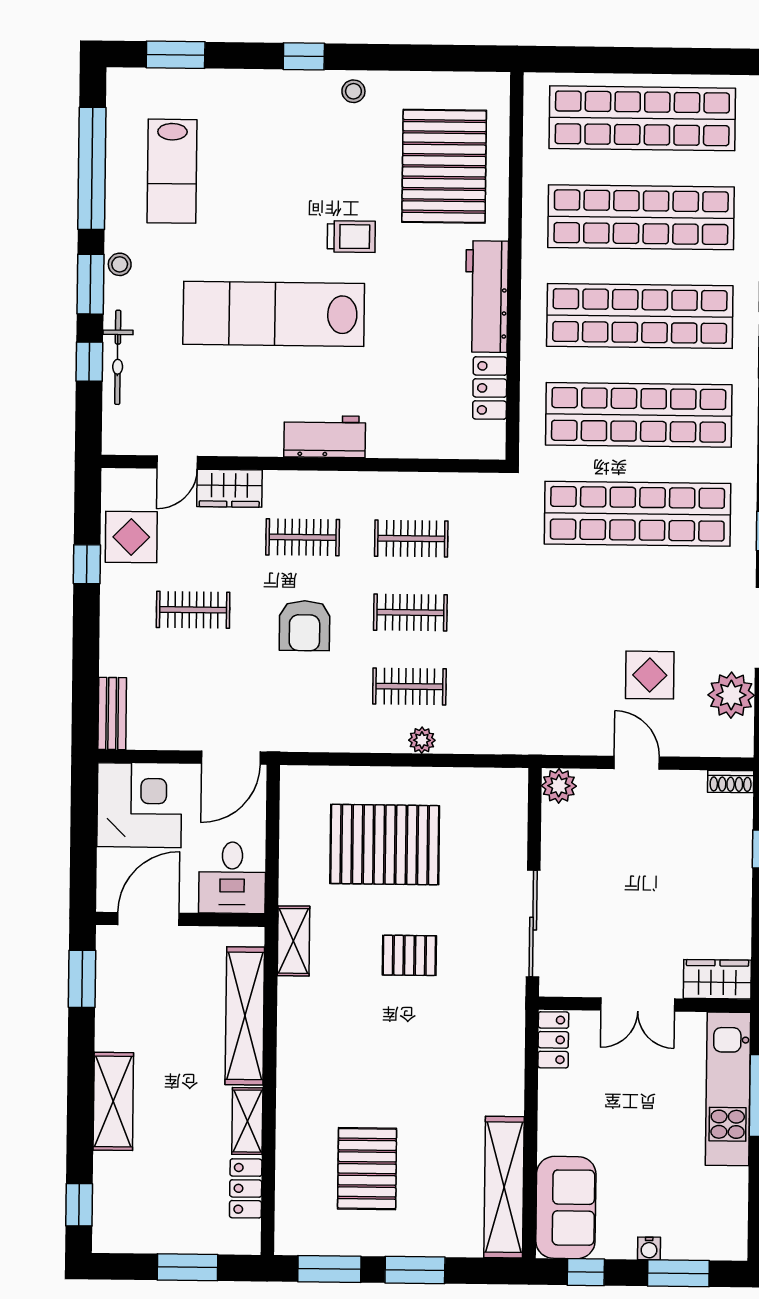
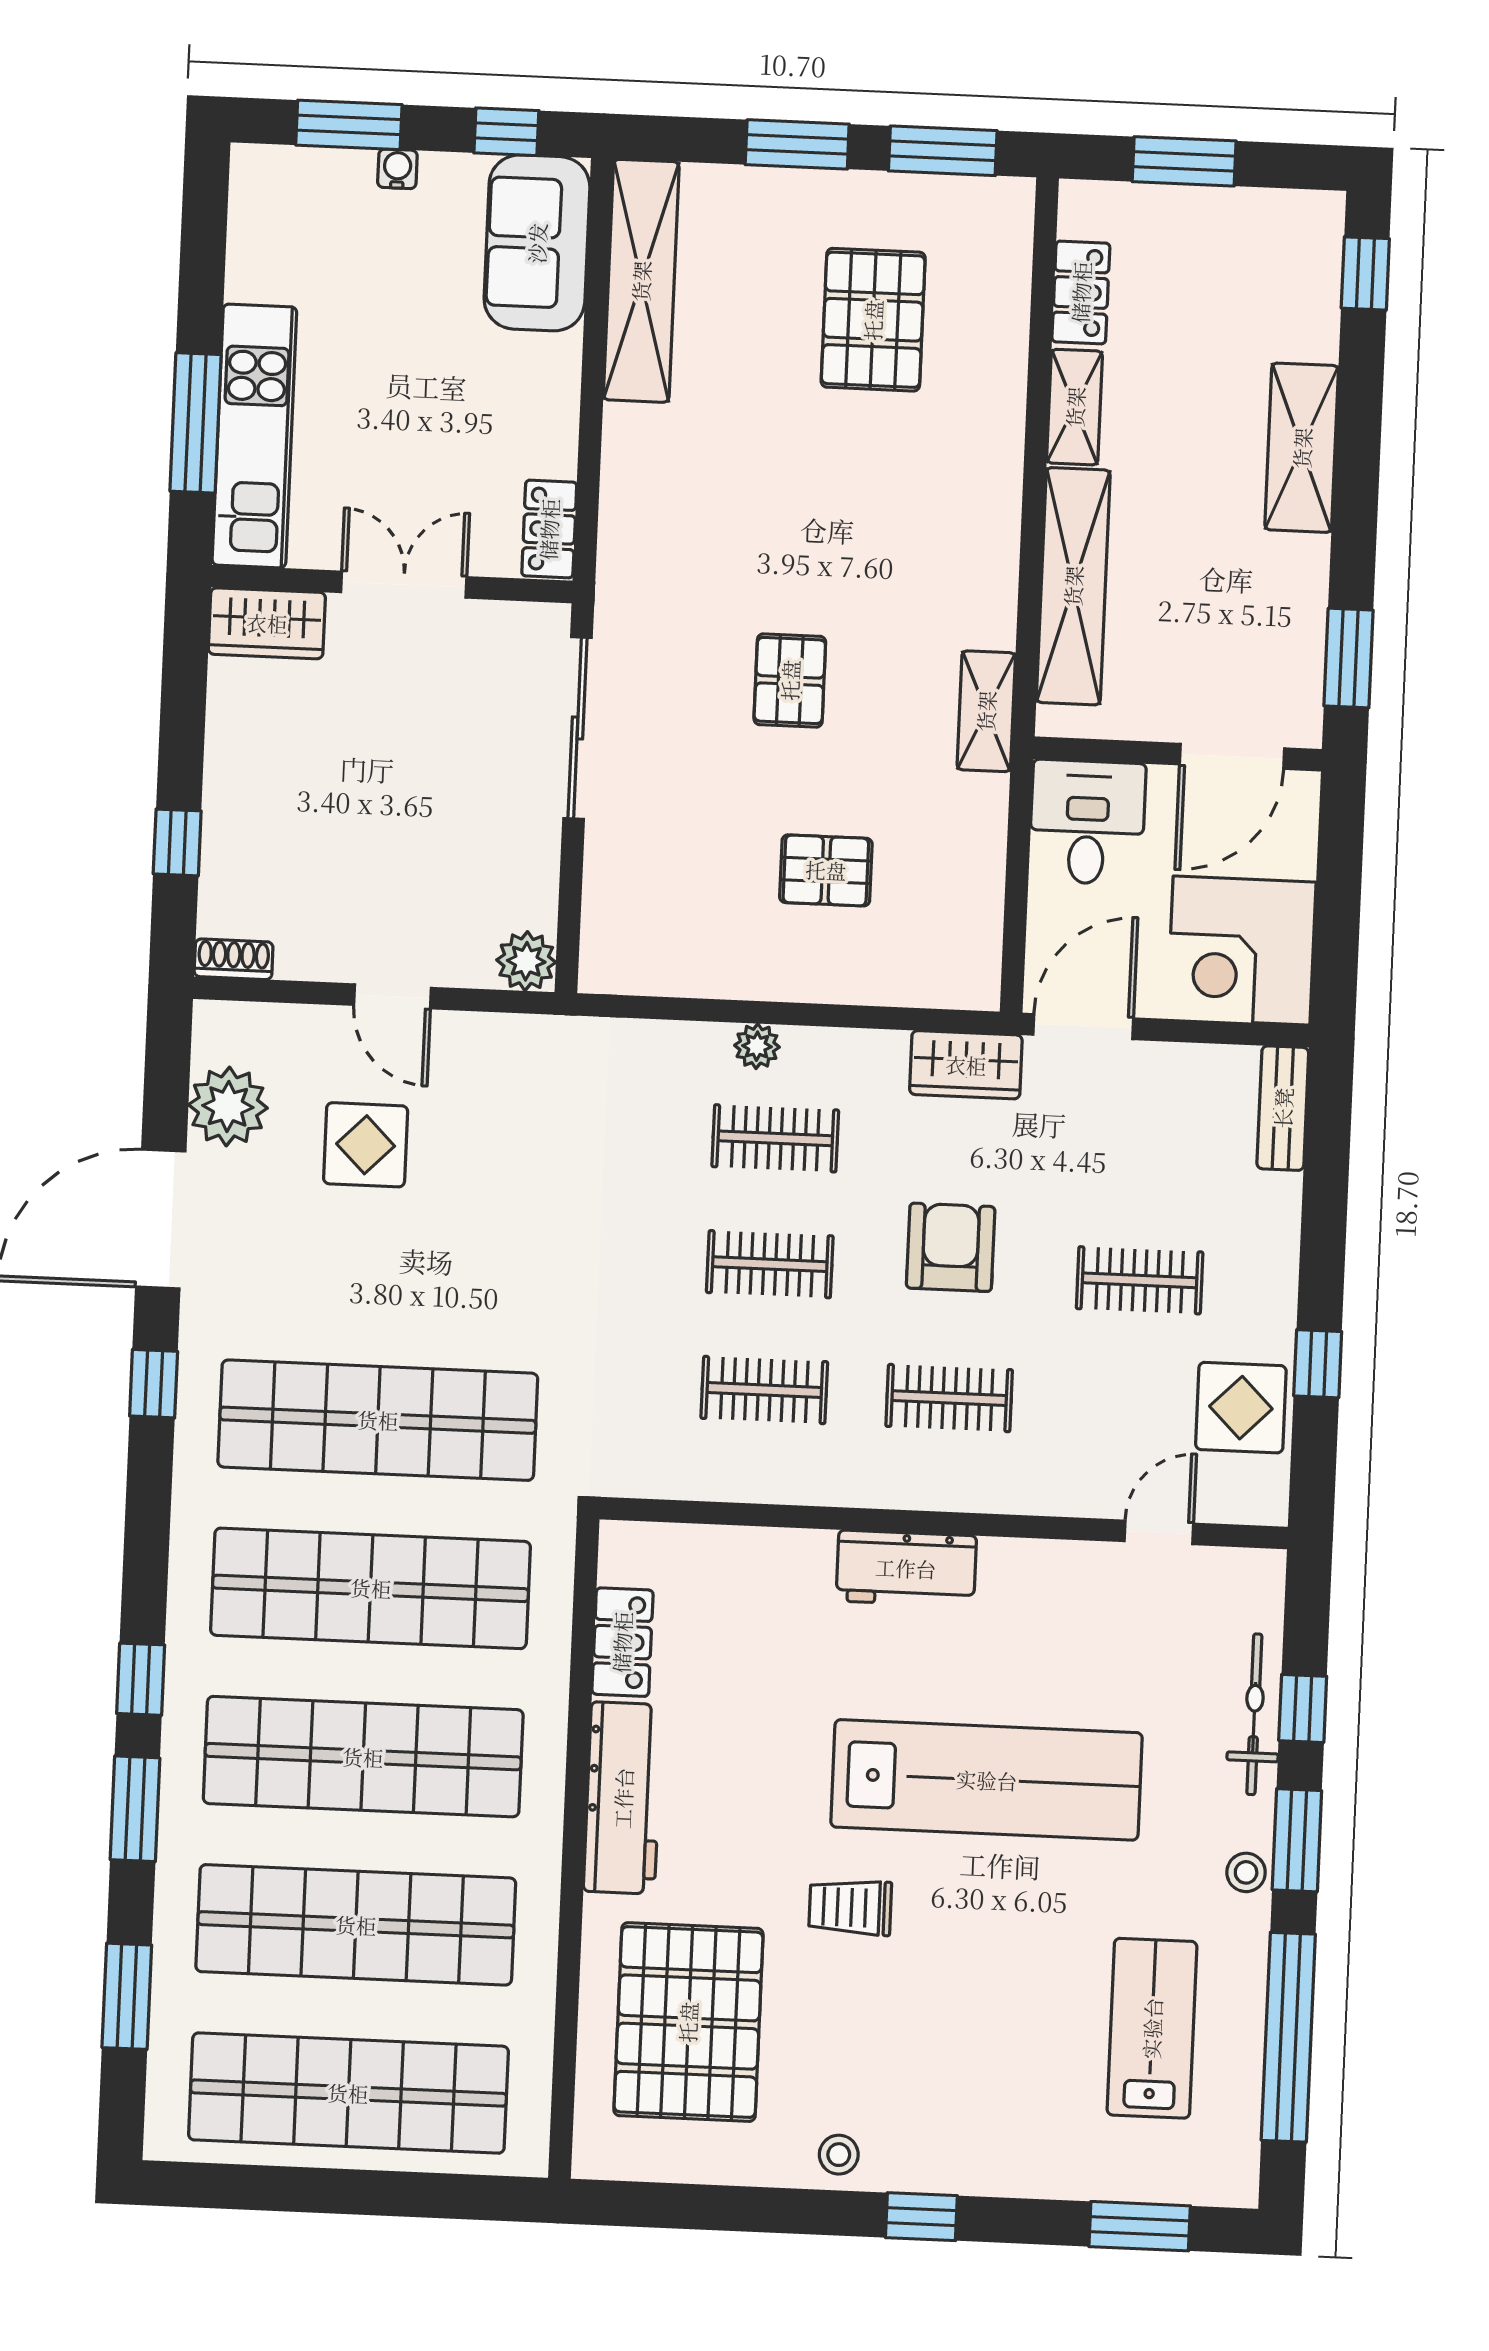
wardrobe: (229, 488) -> (966, 1065), moved, turned 180
pallet: (385, 845) -> (826, 870), width x0.49, depth x0.50
pallet: (409, 955) -> (790, 680), turned 90

